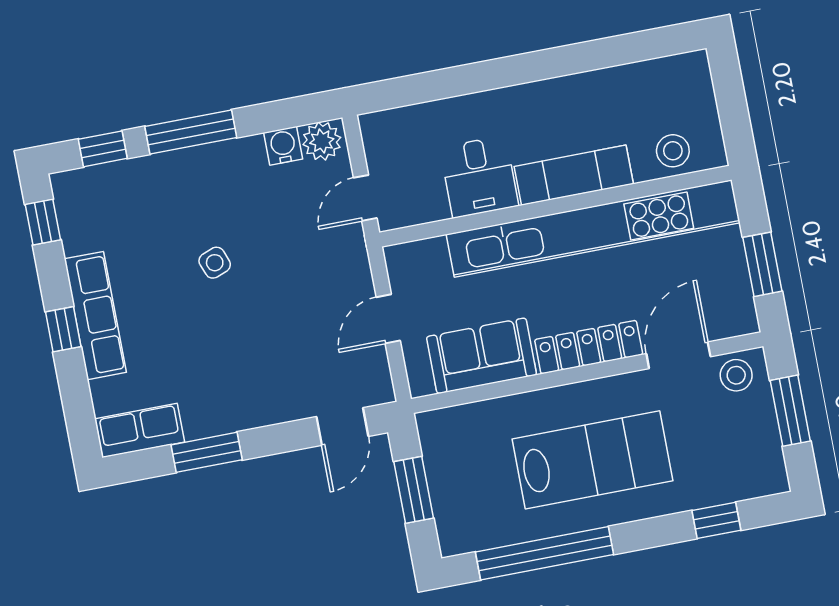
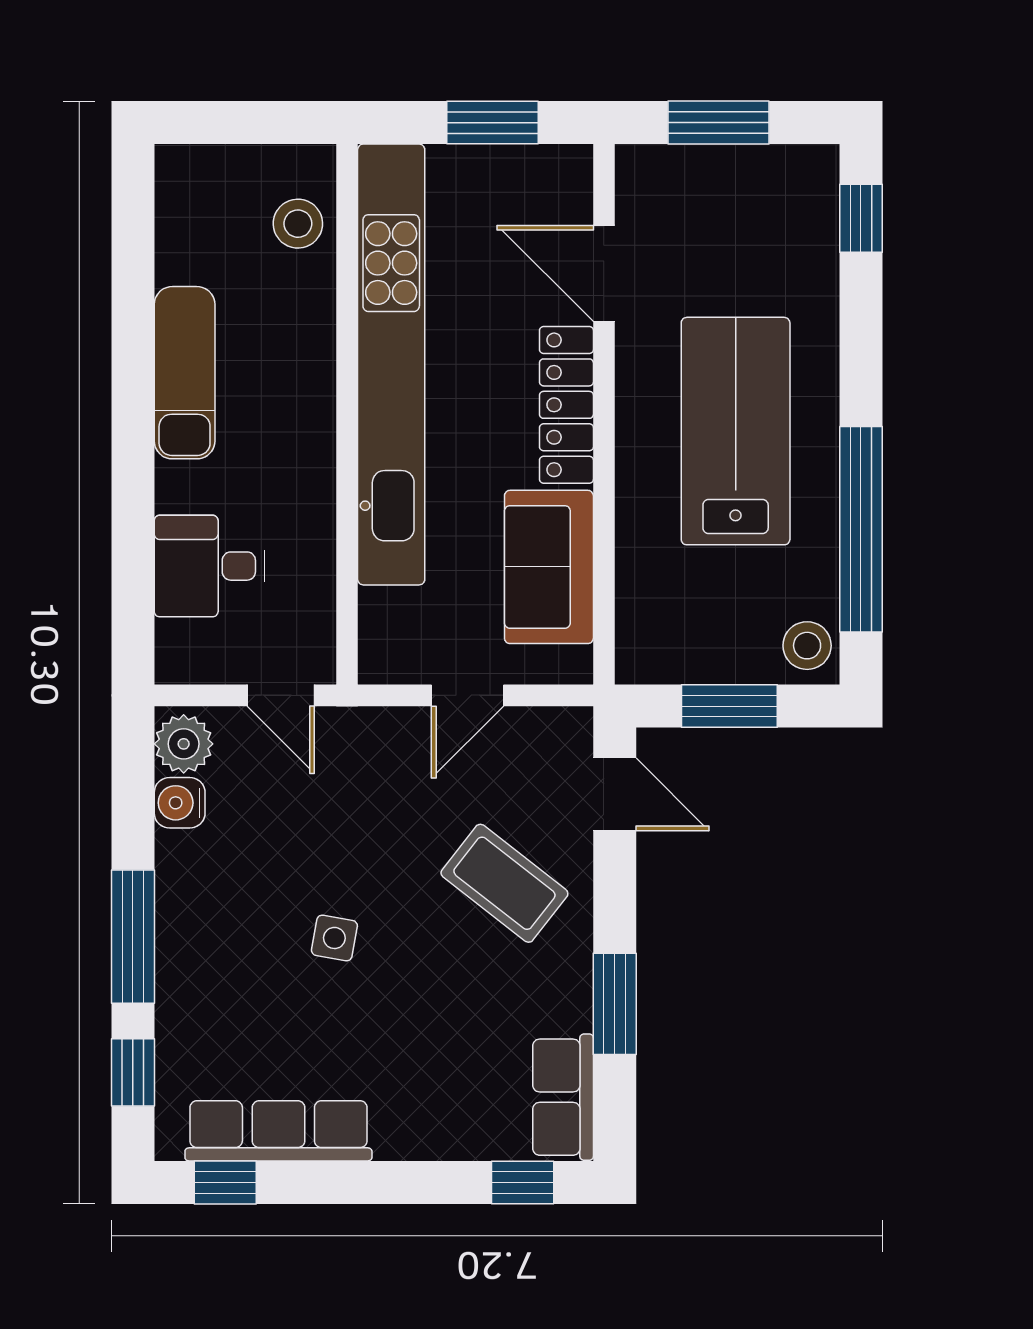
exam couch: (574, 175) -> (185, 373), moved, turned 180
desk: (479, 177) -> (209, 566), moved, turned 180
side table: (215, 263) -> (334, 938), turned 31
row of seats: (95, 316) -> (278, 1131), moved
door: (388, 319) -> (467, 695), hinge flipped
window: (63, 329) -> (523, 1182), moved
coffee table: (271, 366) -> (504, 883), added
stool: (736, 375) -> (807, 646), moved
window: (716, 520) -> (861, 218), moved

